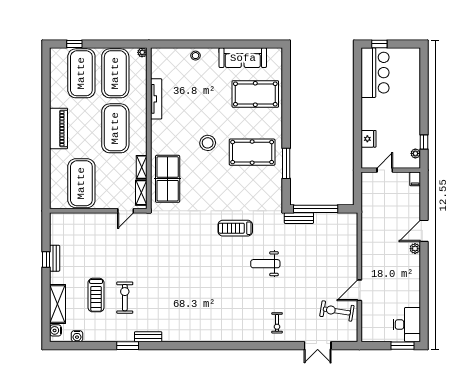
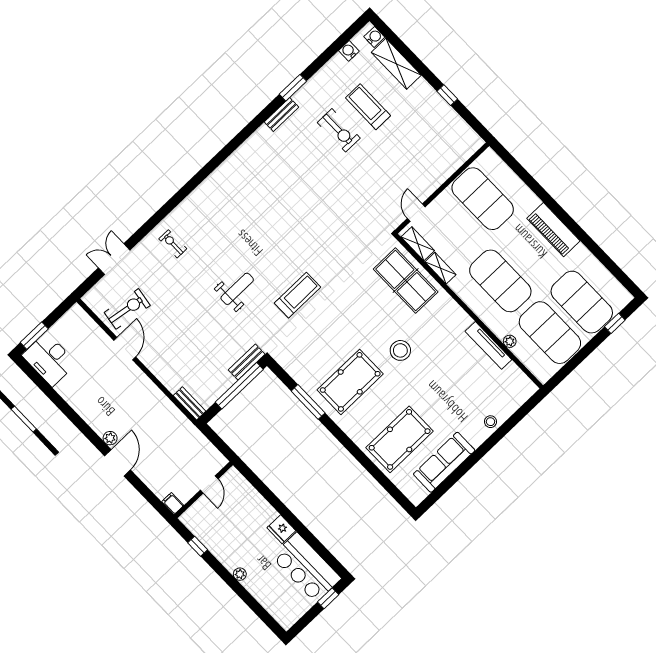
plant: (142, 52) -> (510, 341), moved
fridge: (369, 139) -> (281, 529), moved
plant: (415, 153) -> (240, 574), moved
bench: (55, 258) -> (189, 403), moved

